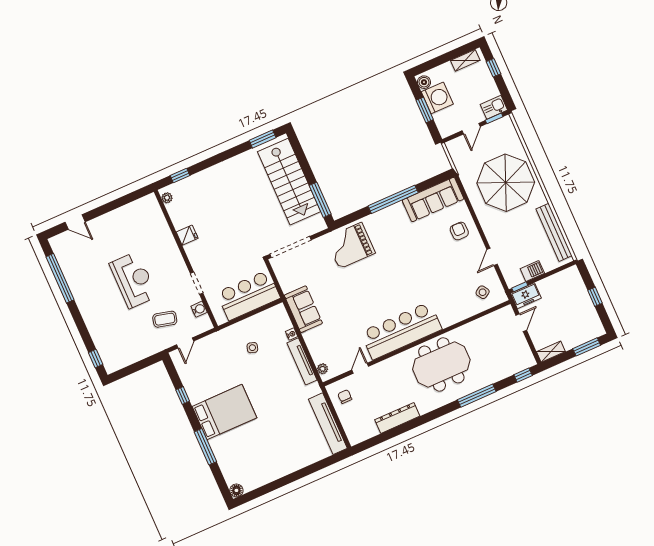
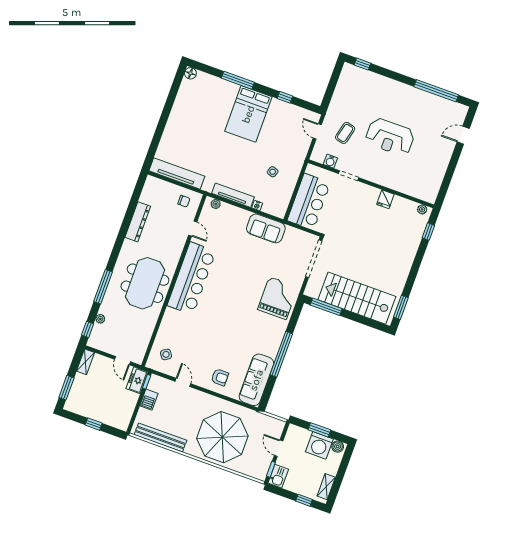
plant: (505, 373) -> (100, 319), added

